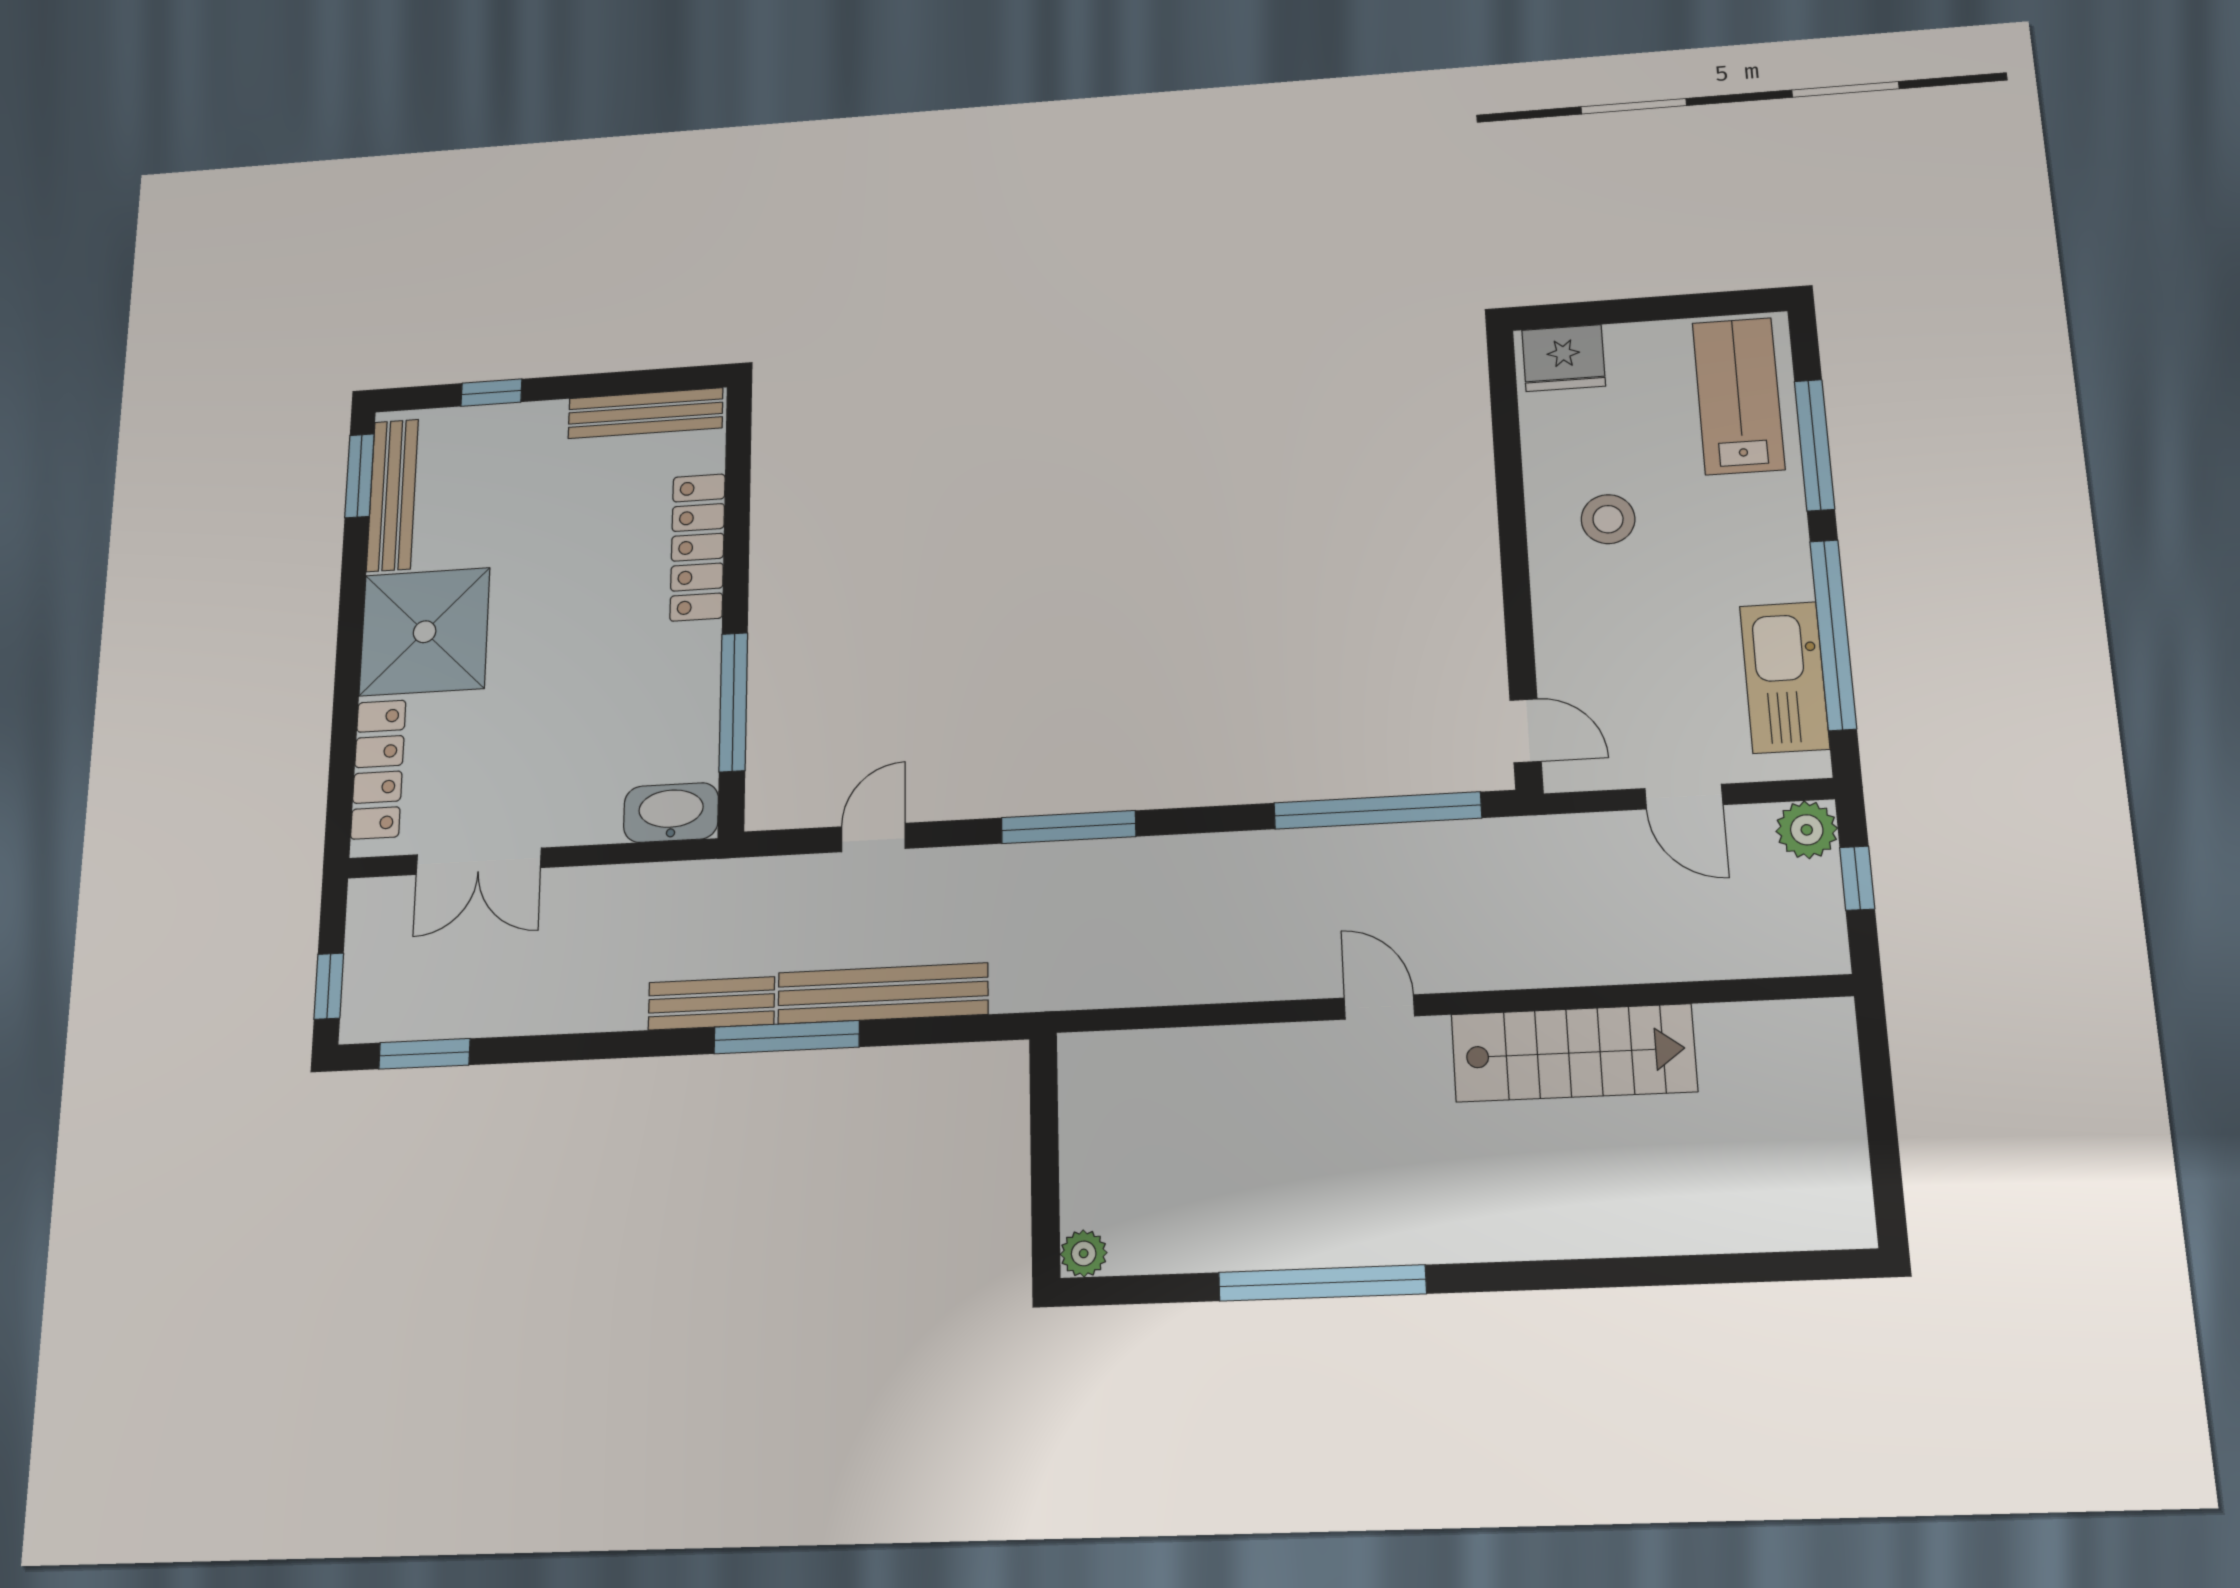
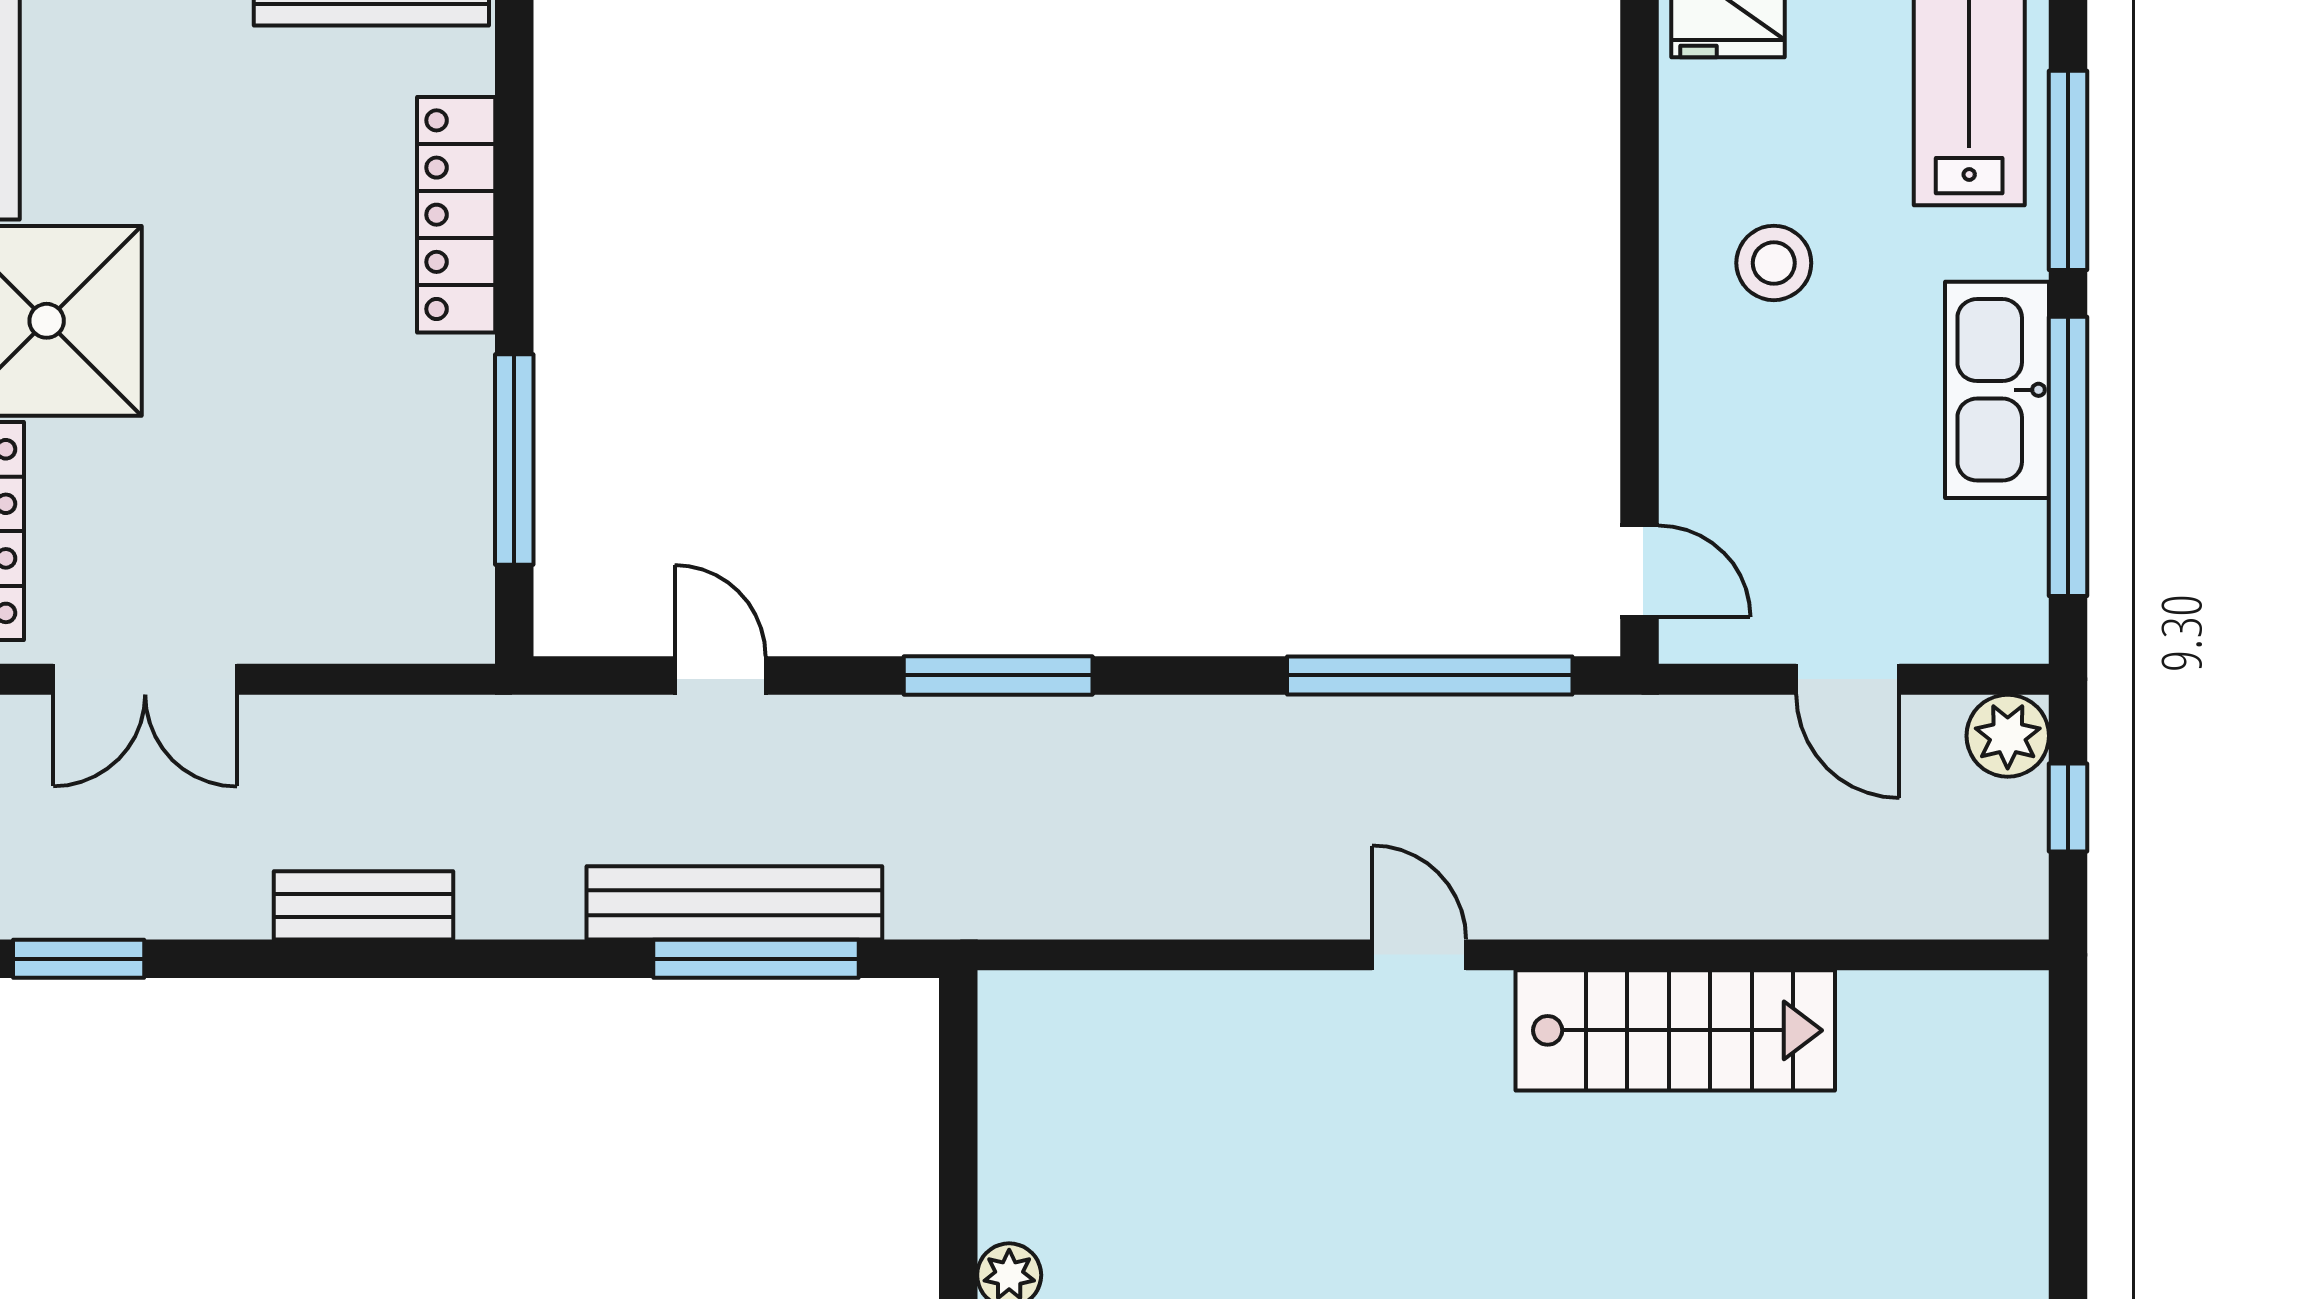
kitchen sink: (1784, 677) -> (1997, 390), moved
washbasin: (671, 813) -> (426, 622), removed
door: (873, 838) -> (720, 675), hinge flipped
bench: (711, 1003) -> (363, 905), moved
window: (787, 1037) -> (756, 959), moved

